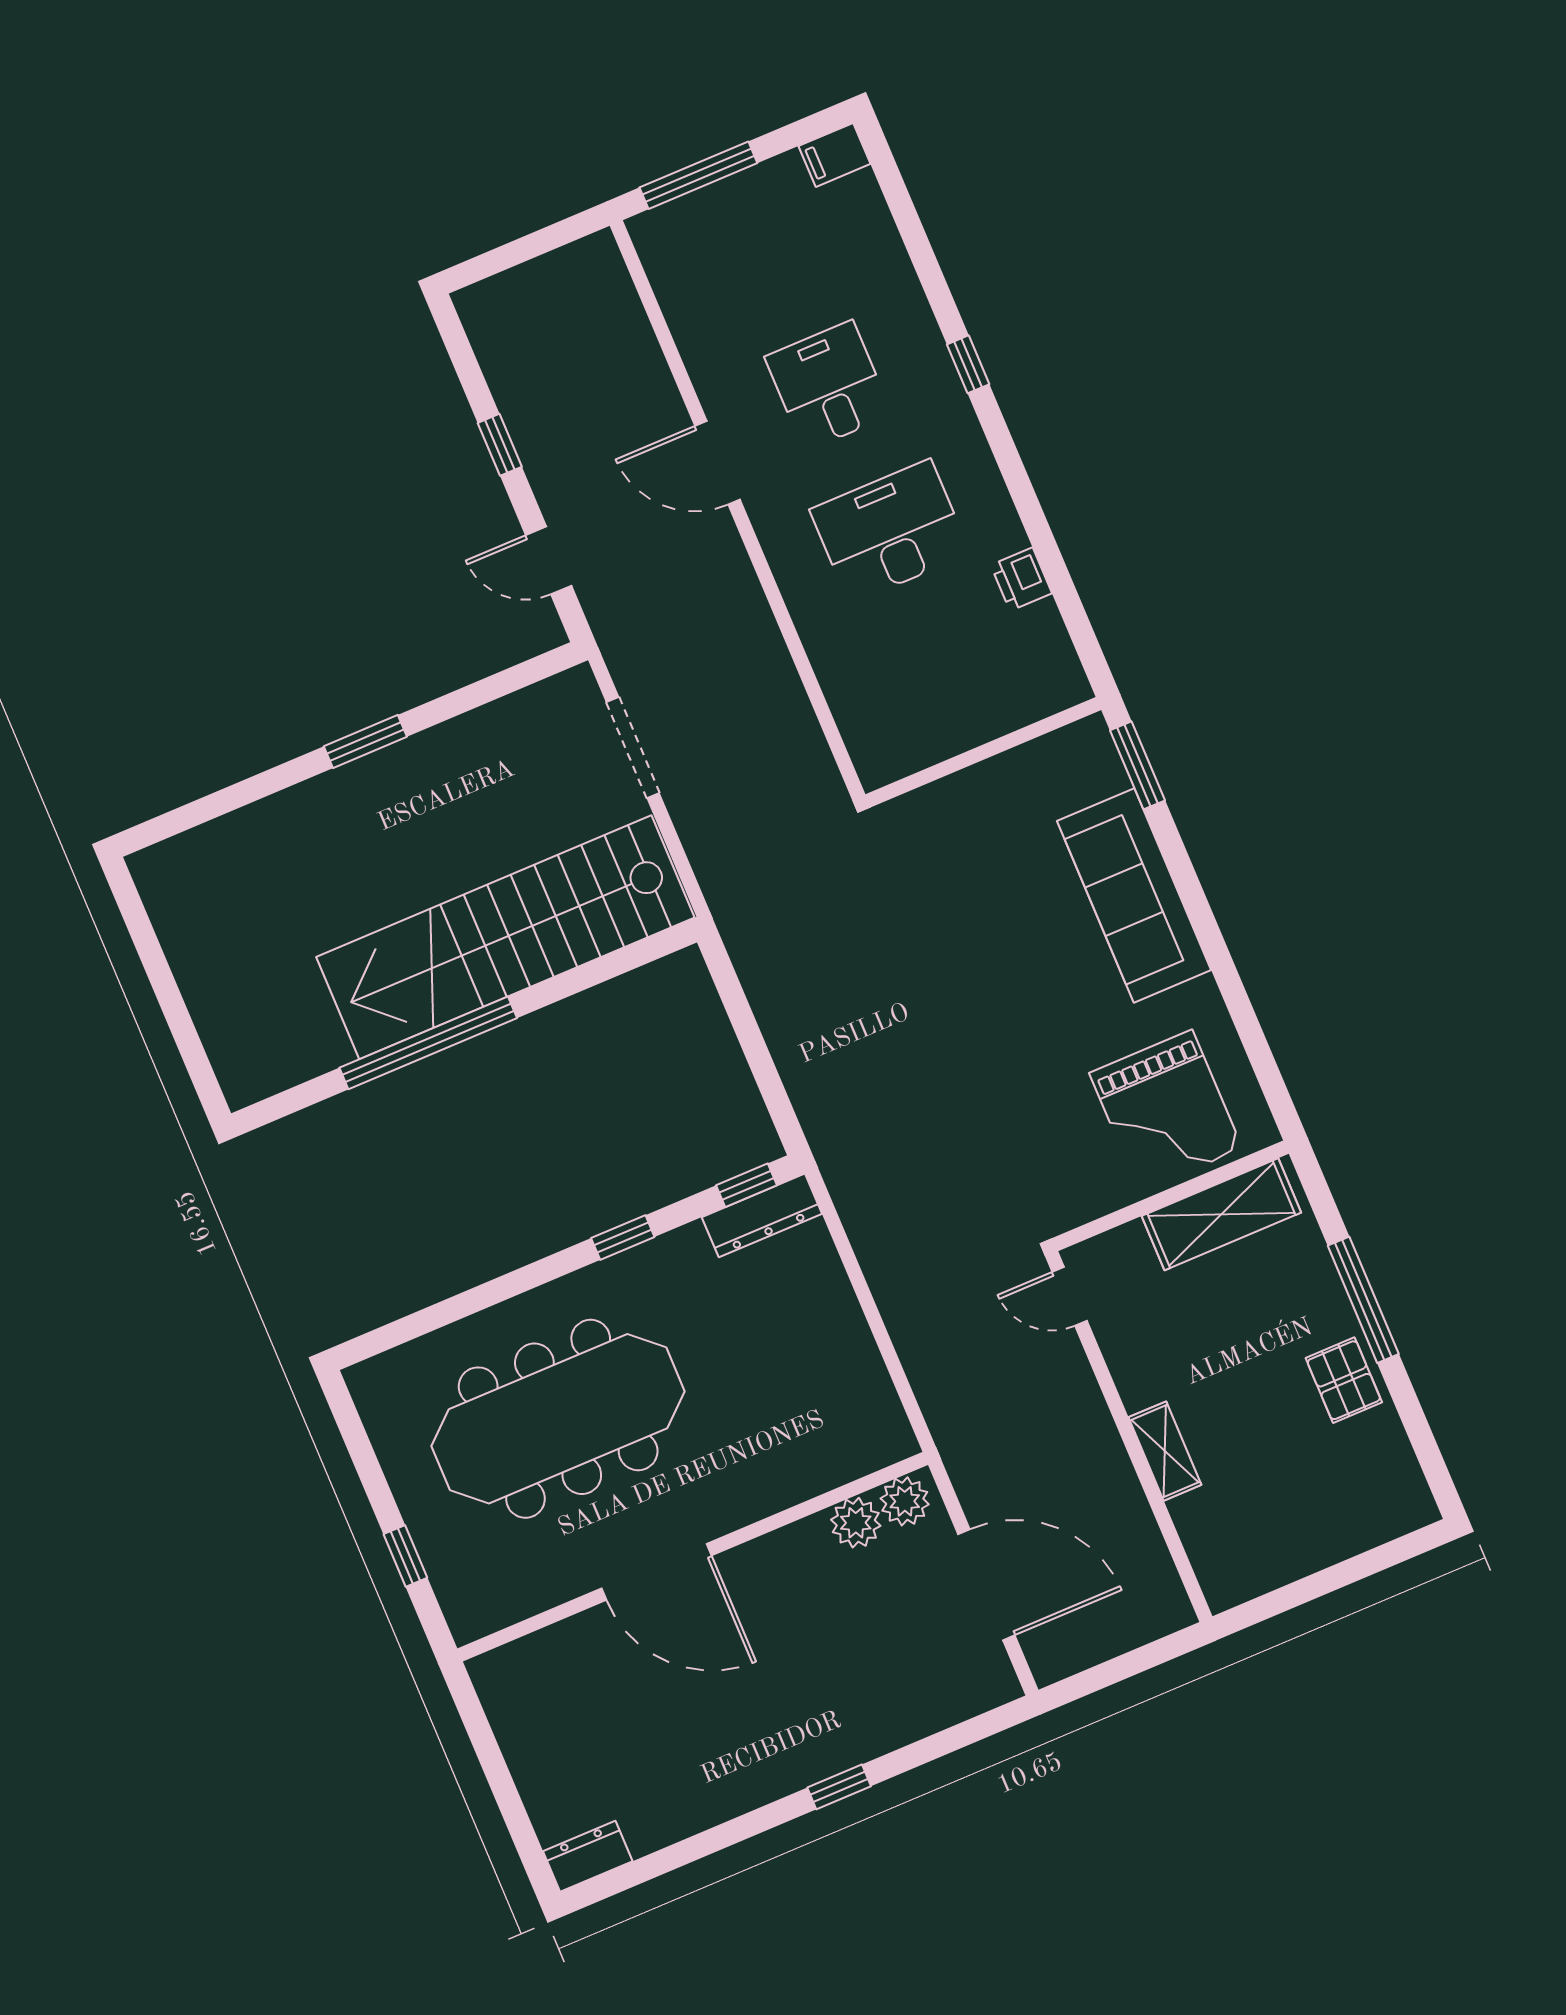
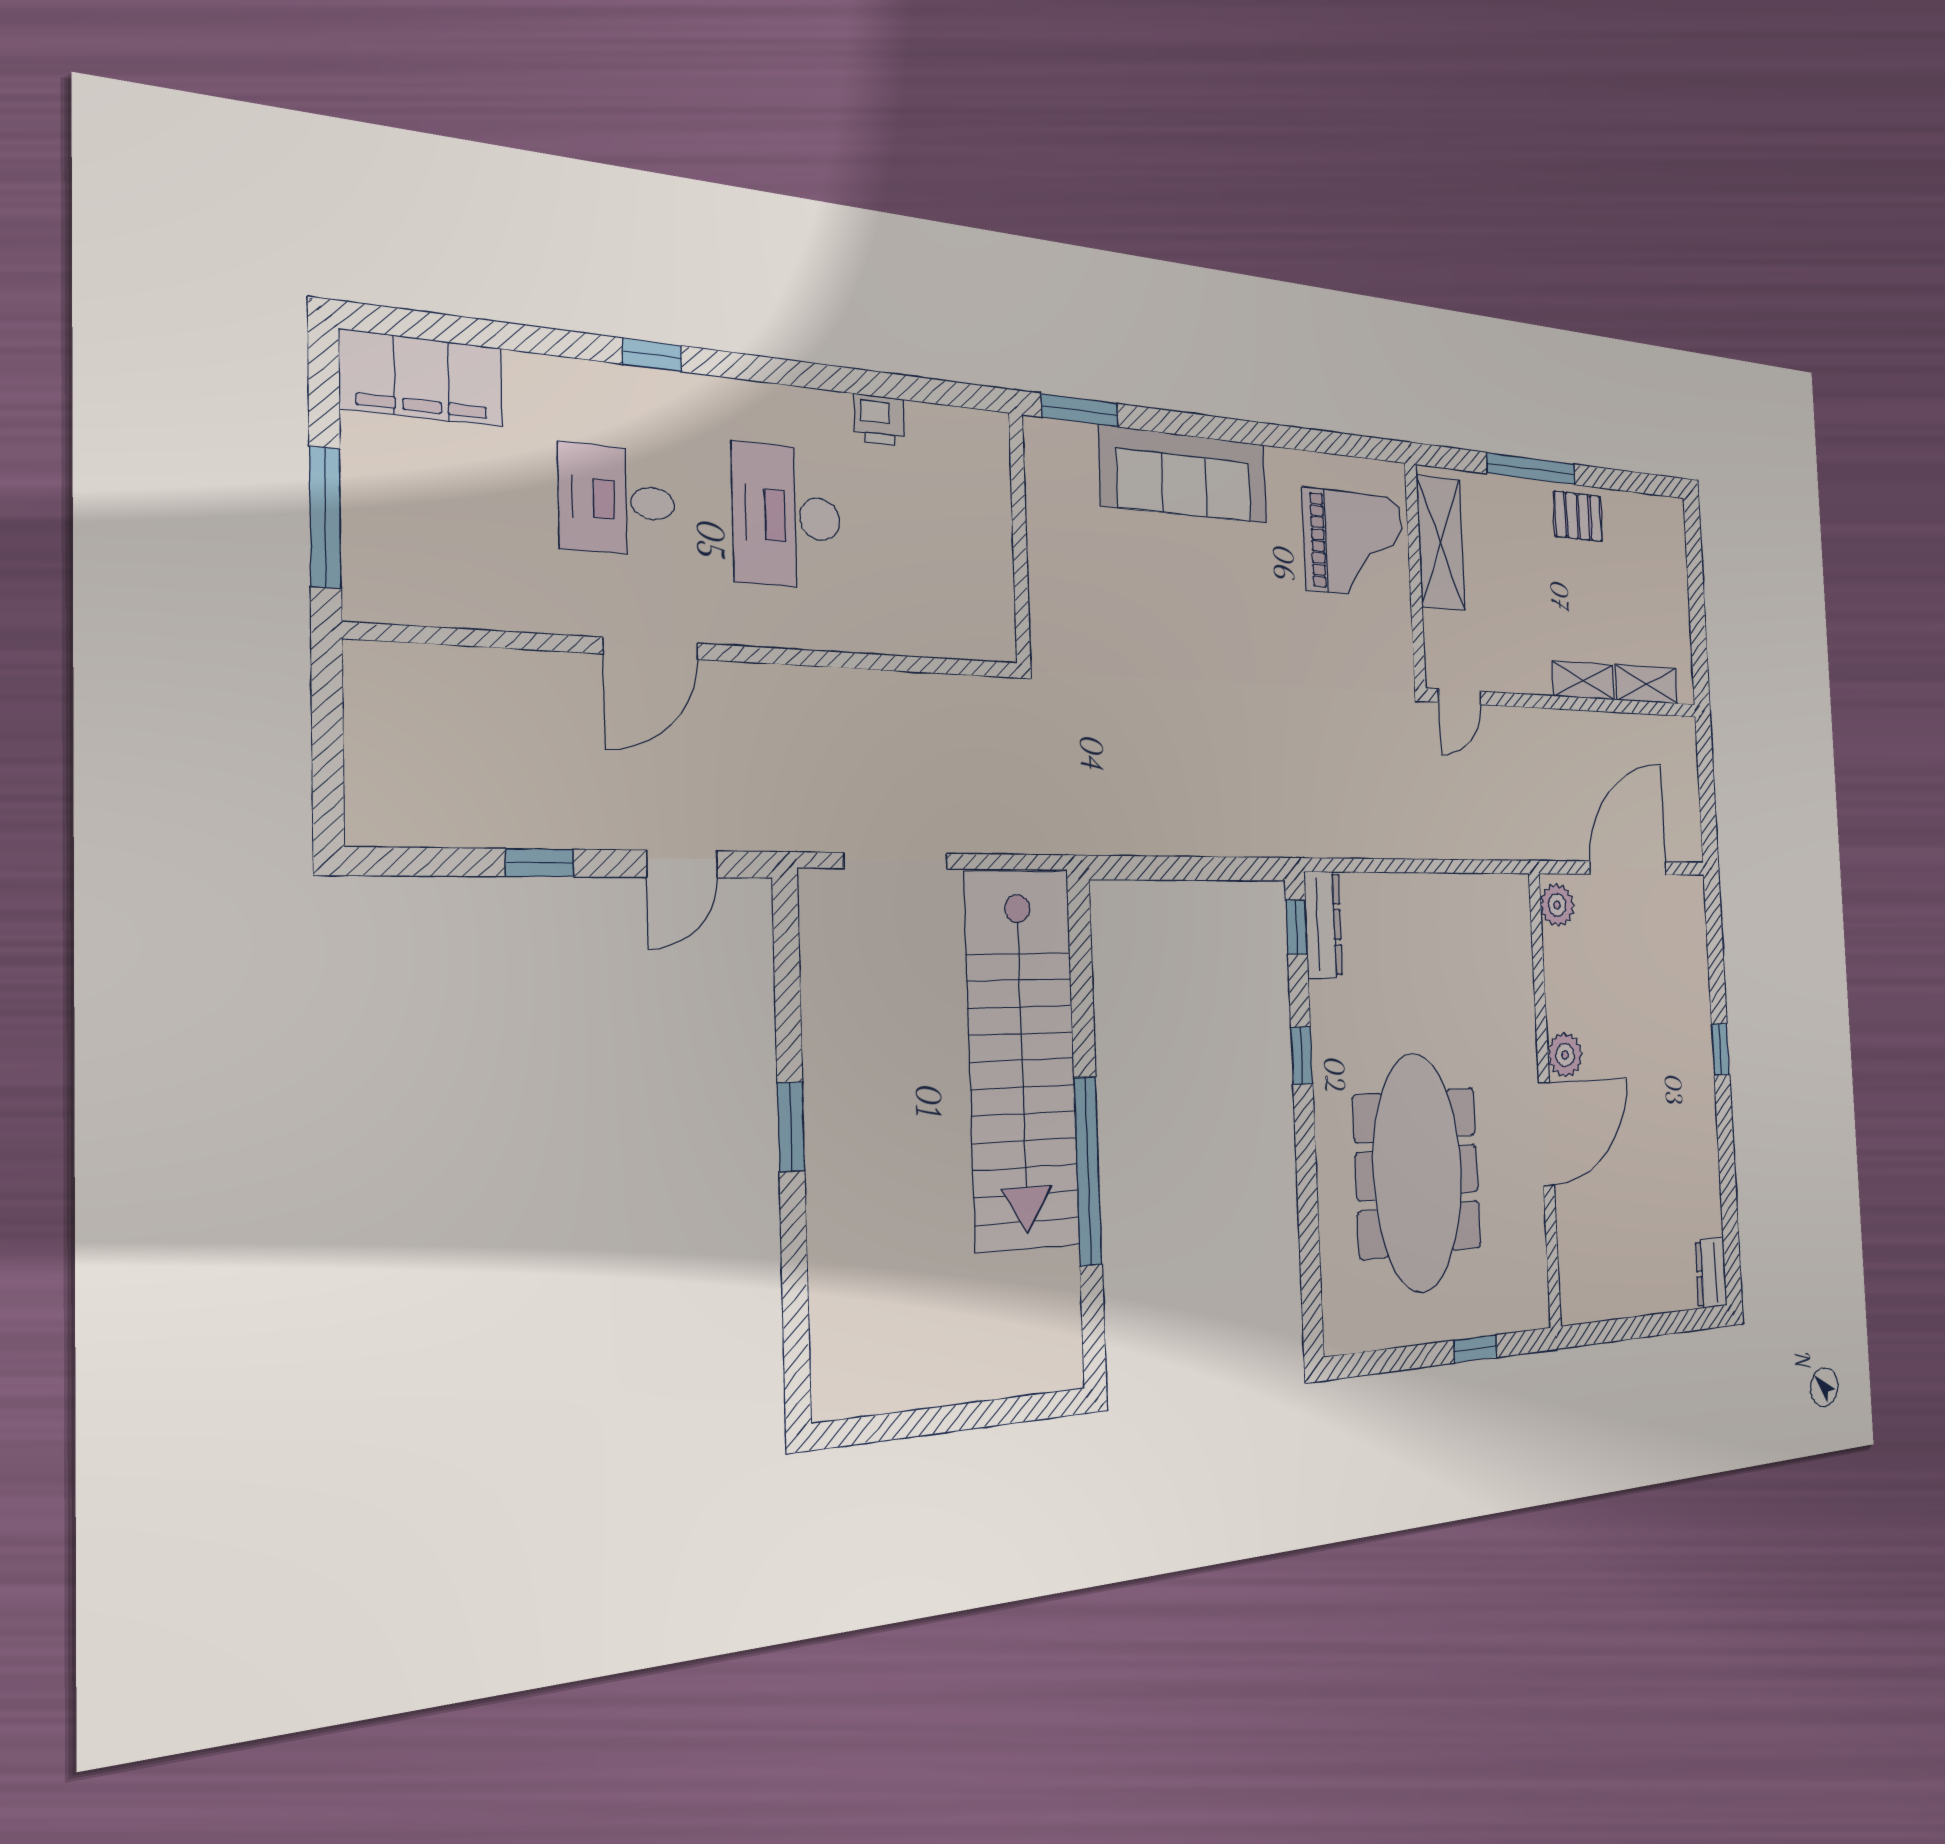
filing cabinet: (835, 155) -> (422, 378), width x3.00, depth x1.17
plant: (856, 1523) -> (1565, 1055), moved
shelving: (1203, 1539) -> (1646, 684), added

